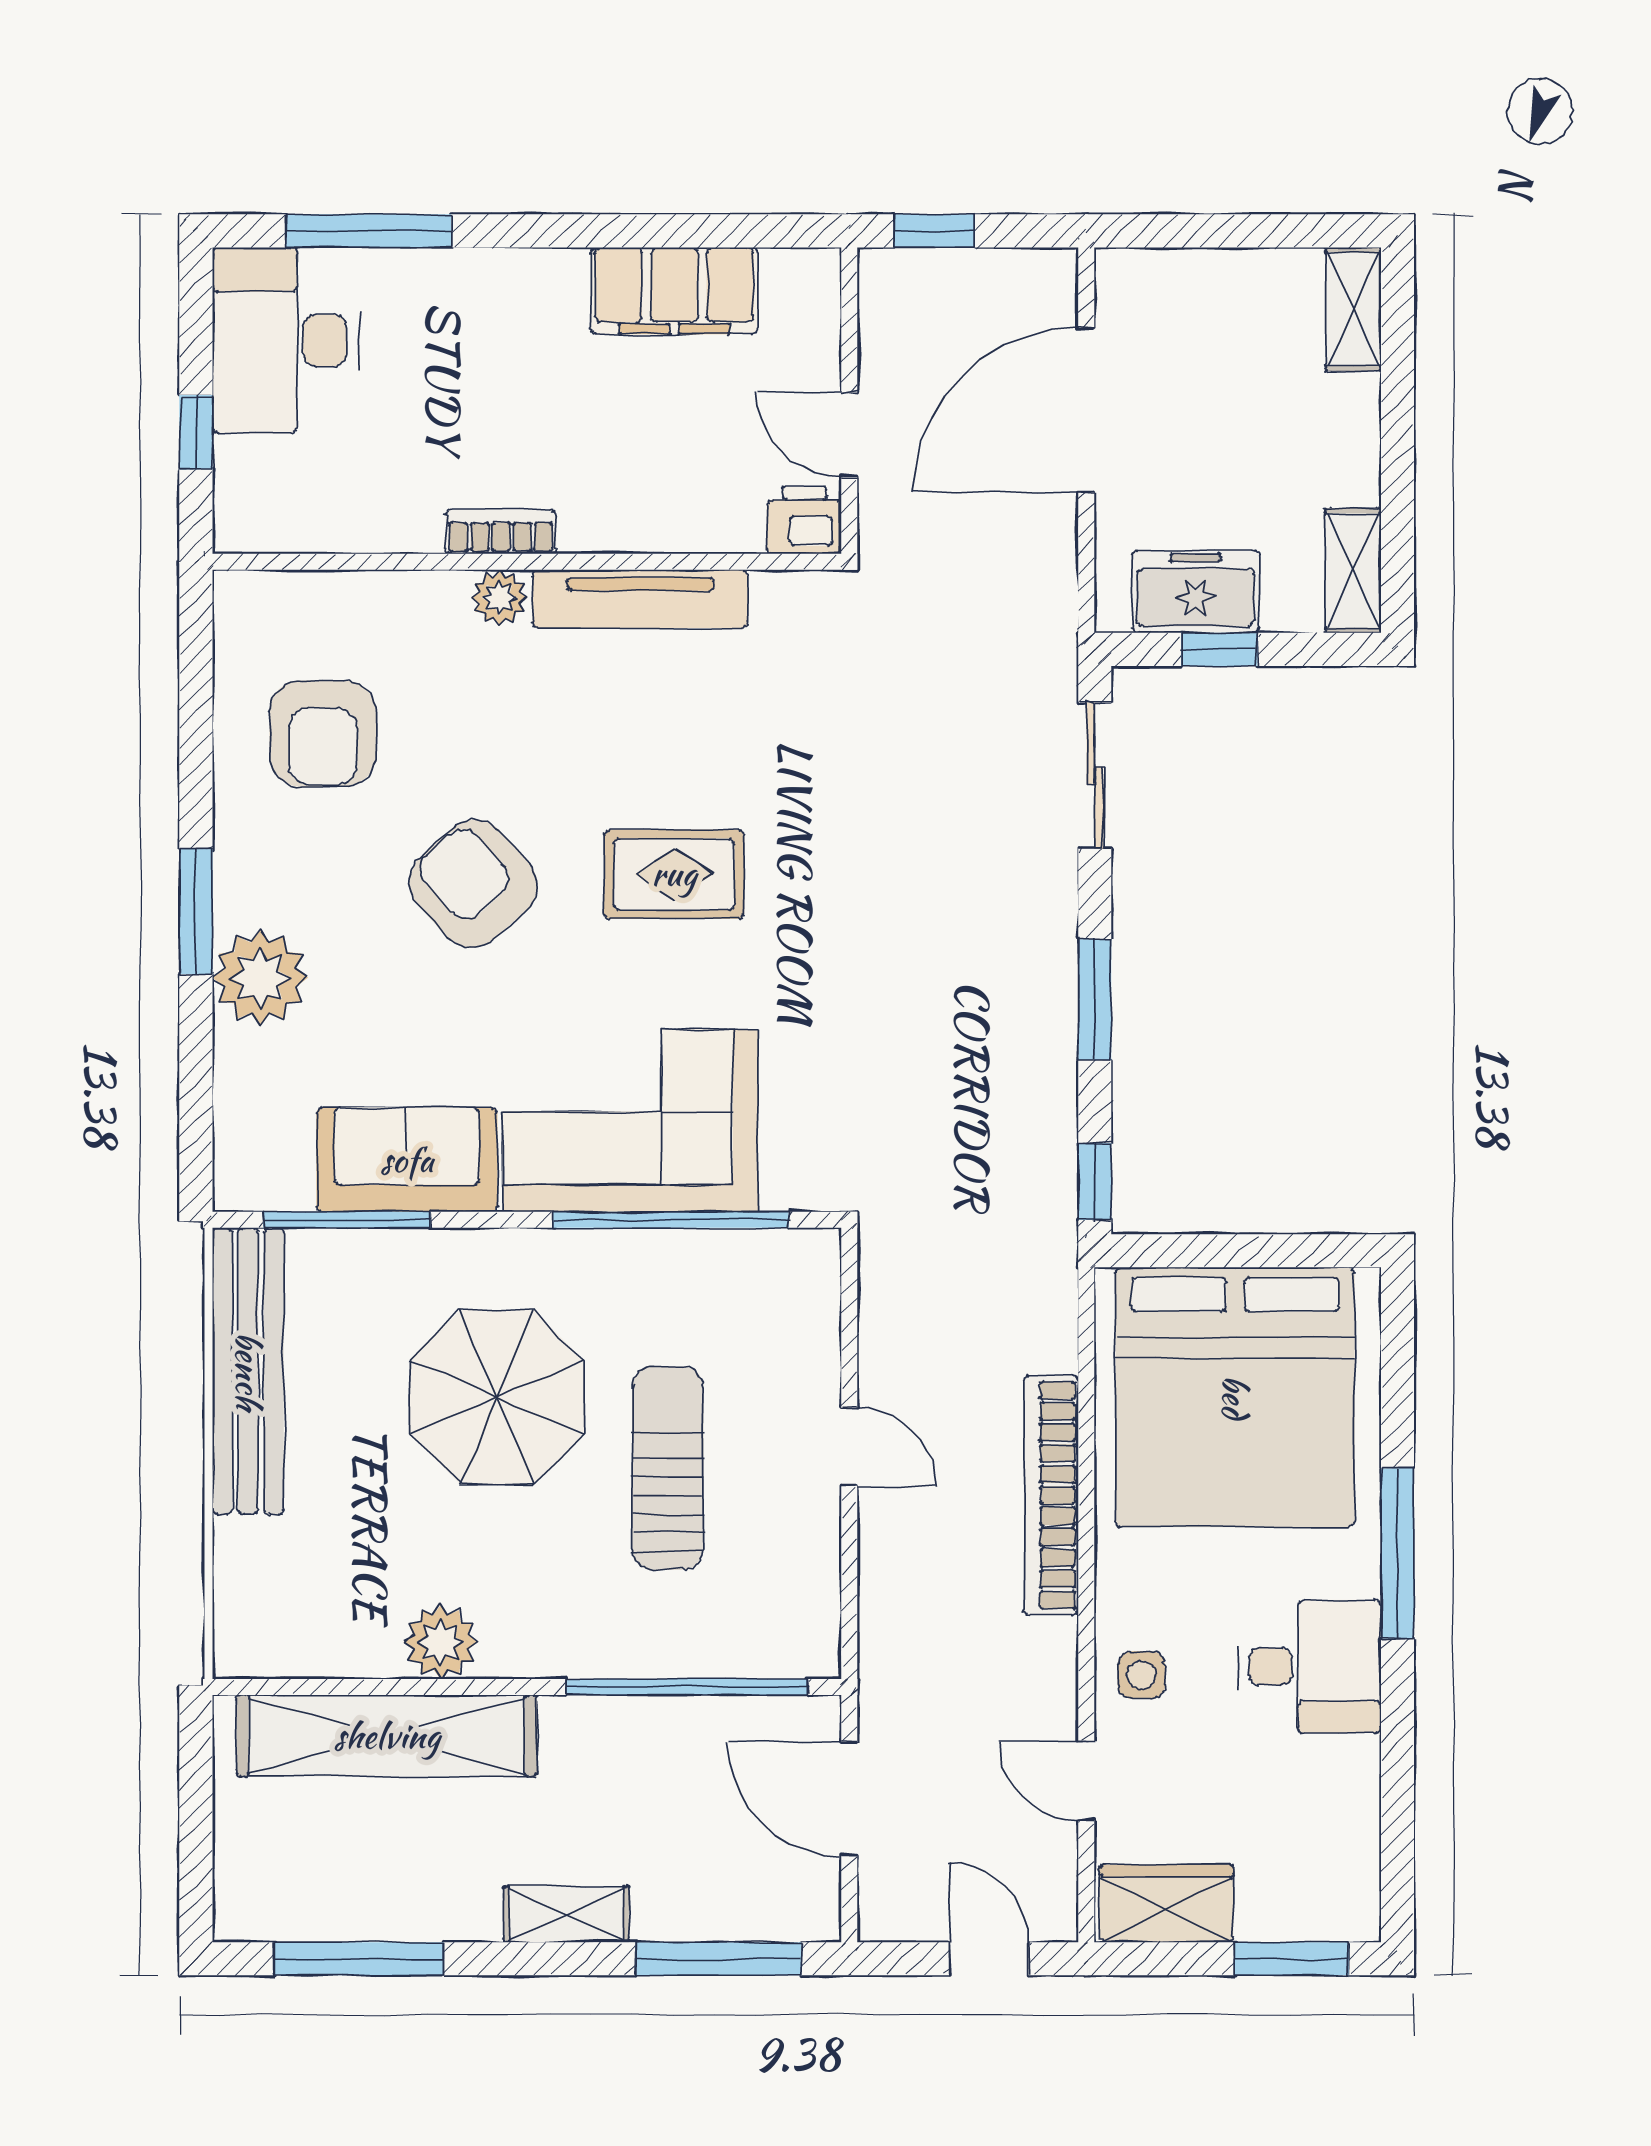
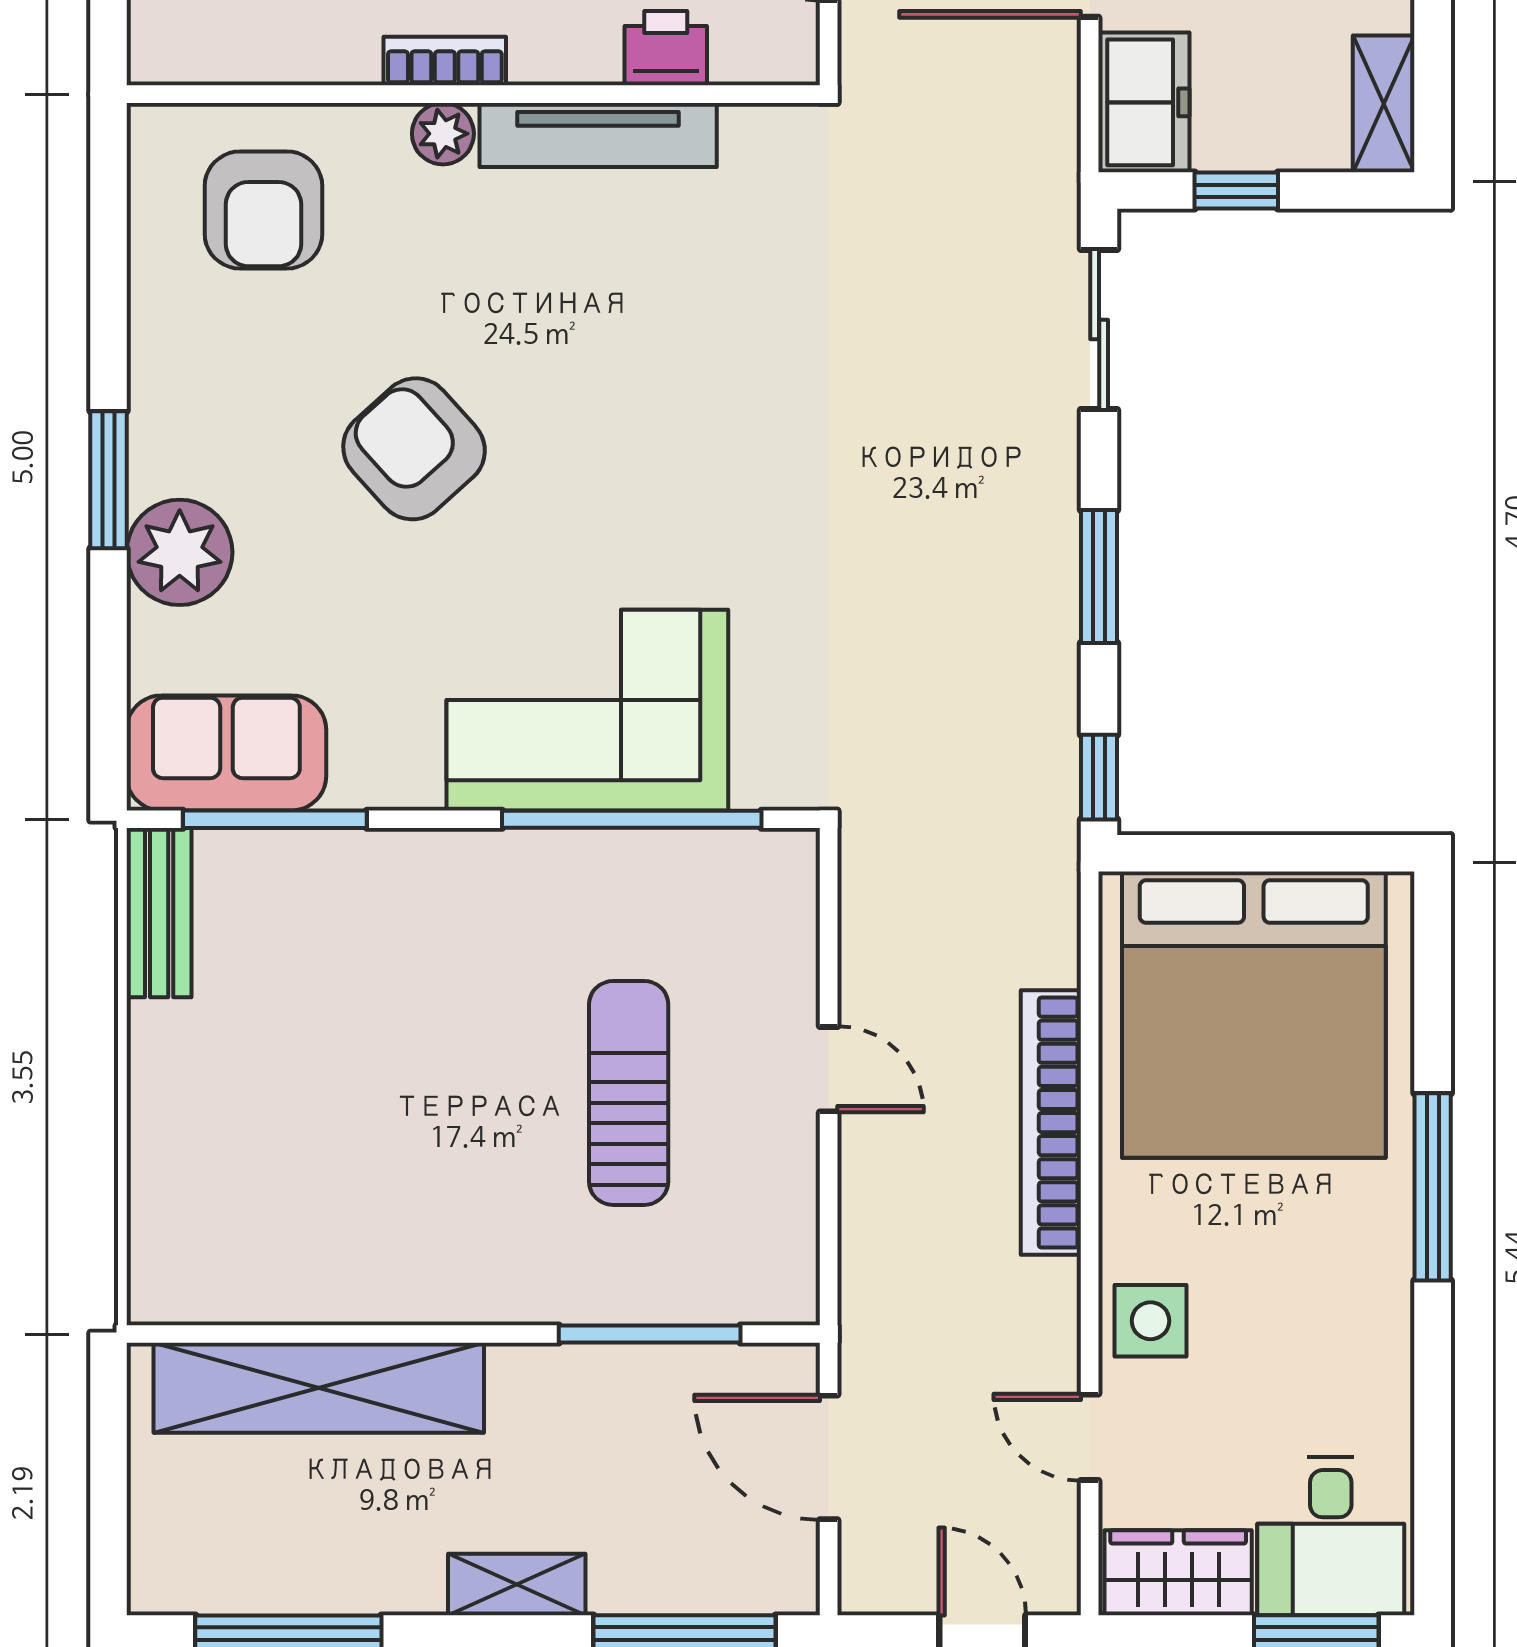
printer: (804, 520) -> (666, 48), moved
freezer: (1196, 592) -> (1144, 102), moved, turned 90
armchair: (323, 734) -> (263, 210), moved
rug: (674, 874) -> (636, 438), removed
sofa: (407, 1160) -> (226, 753), moved
bench: (248, 1371) -> (159, 913), width x0.54, depth x0.82
parasol: (497, 1397) -> (440, 1015), removed
plant: (441, 1642) -> (378, 1285), removed
desk: (1309, 1666) -> (1331, 1536), moved, turned 90
side table: (1141, 1675) -> (1150, 1321), width x1.37, depth x1.37
window: (687, 1687) -> (650, 1334), width x0.68

